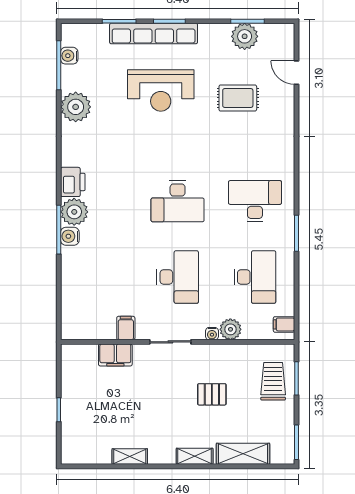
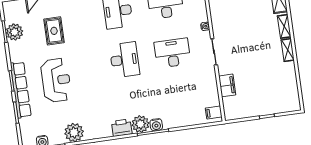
filing cabinet: (126, 328) -> (214, 112), moved
plant: (230, 329) -> (201, 15), removed
pallet: (212, 394) -> (243, 21), removed
shelving: (130, 457) -> (288, 50), moved

